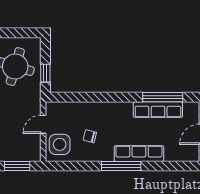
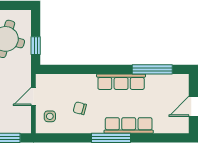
row of seats: (158, 110) -> (121, 82), moved
side table: (60, 144) -> (50, 116), width x0.54, depth x0.54

